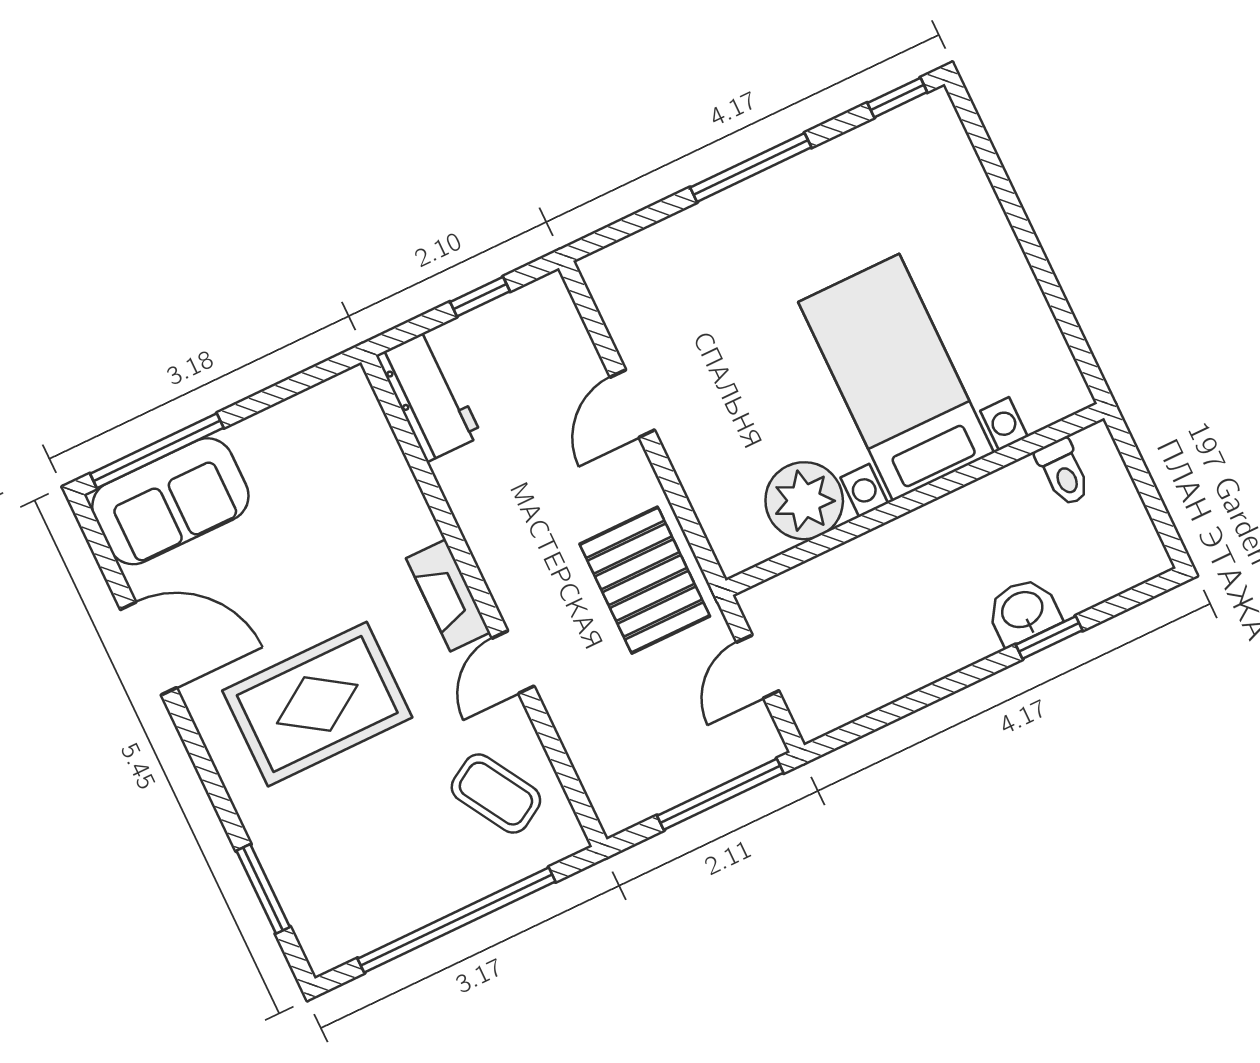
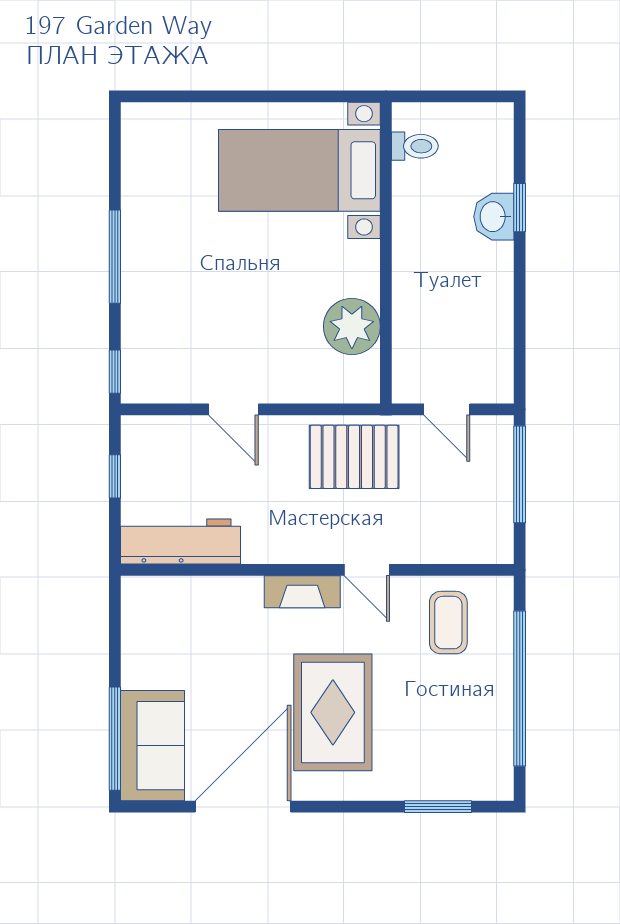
window: (897, 98) -> (115, 372), moved
bed with nightstands: (896, 377) -> (299, 170), moved
workbench: (429, 396) -> (181, 542), width x1.38
door: (148, 649) -> (243, 807), width x1.36
coffee table: (496, 794) -> (448, 623), turned -59

